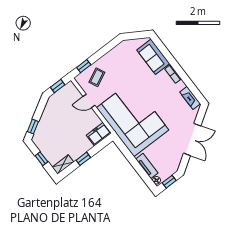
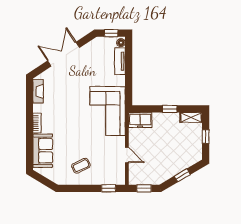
coffee table: (97, 77) -> (81, 166), moved
corner sofa: (133, 119) -> (108, 111), width x0.73, depth x0.74
window: (33, 127) -> (182, 175), moved

